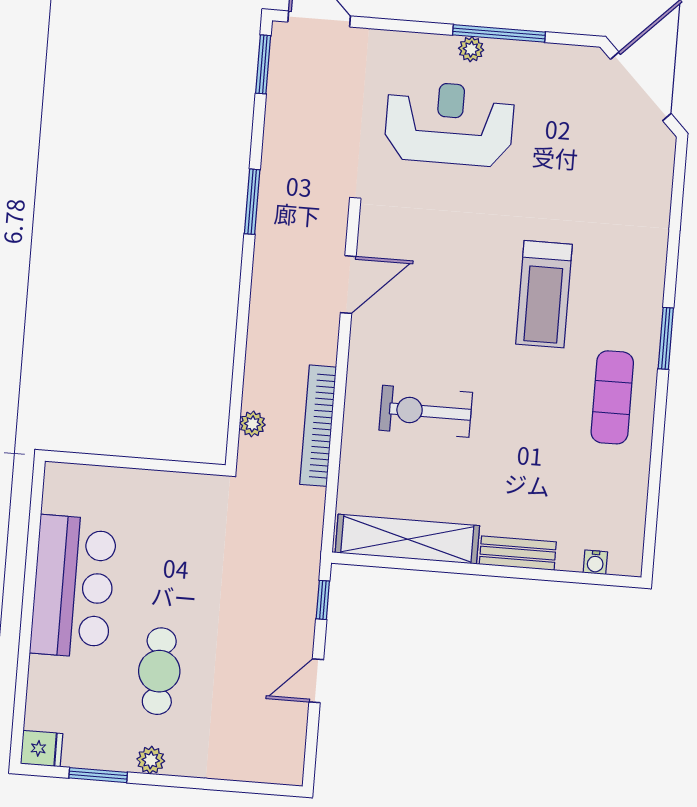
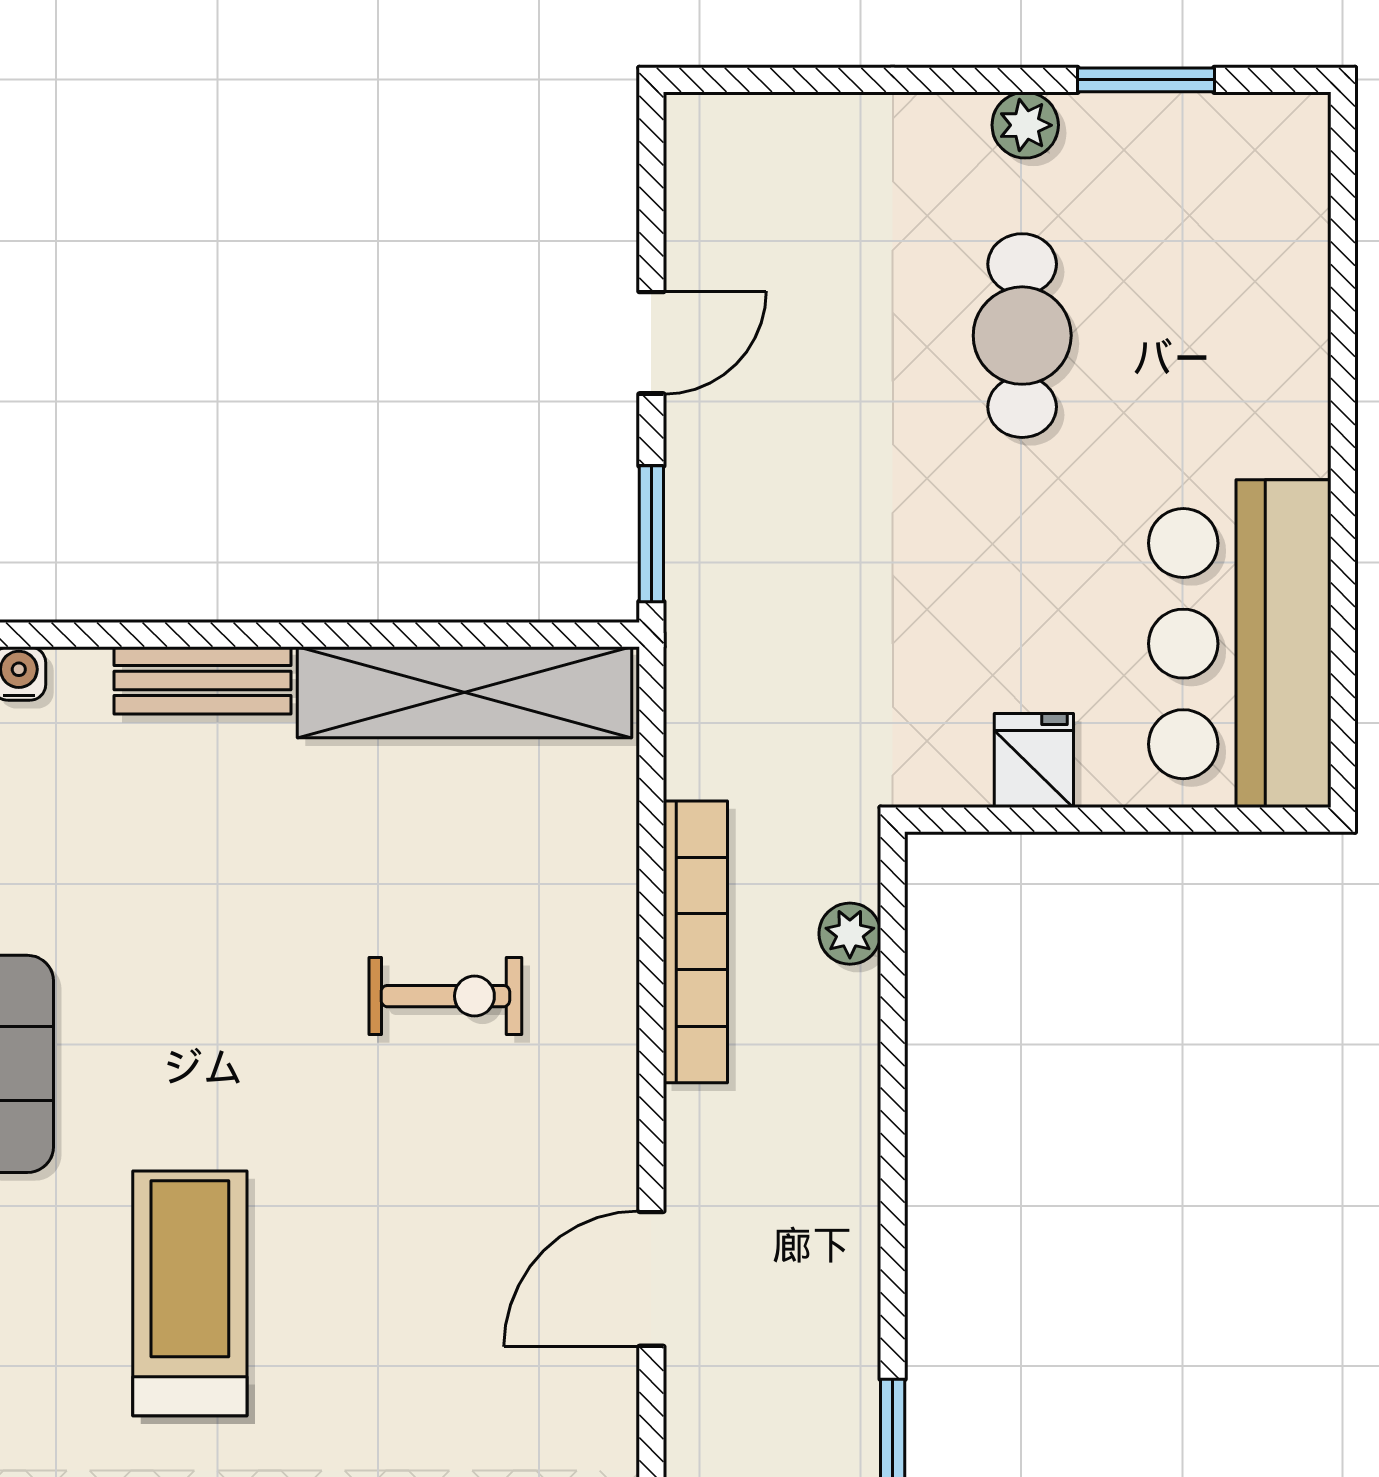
exercise bike: (426, 411) -> (445, 996), width x0.73, depth x0.72
bar counter: (73, 587) -> (1240, 644), moved
window: (323, 600) -> (651, 534), width x1.50
fridge: (42, 749) -> (1034, 760), moved, turned 90

